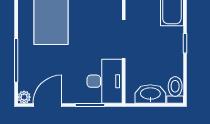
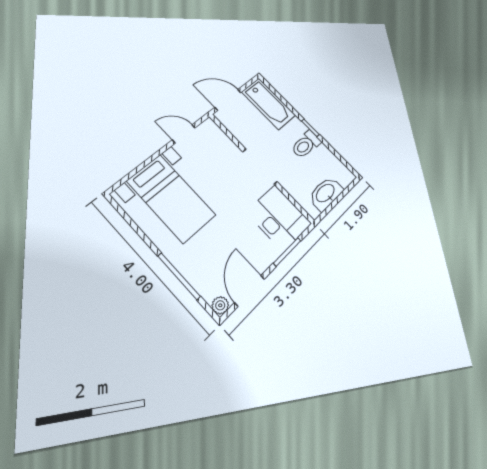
toilet: (175, 90) -> (306, 144), moved, turned -90

